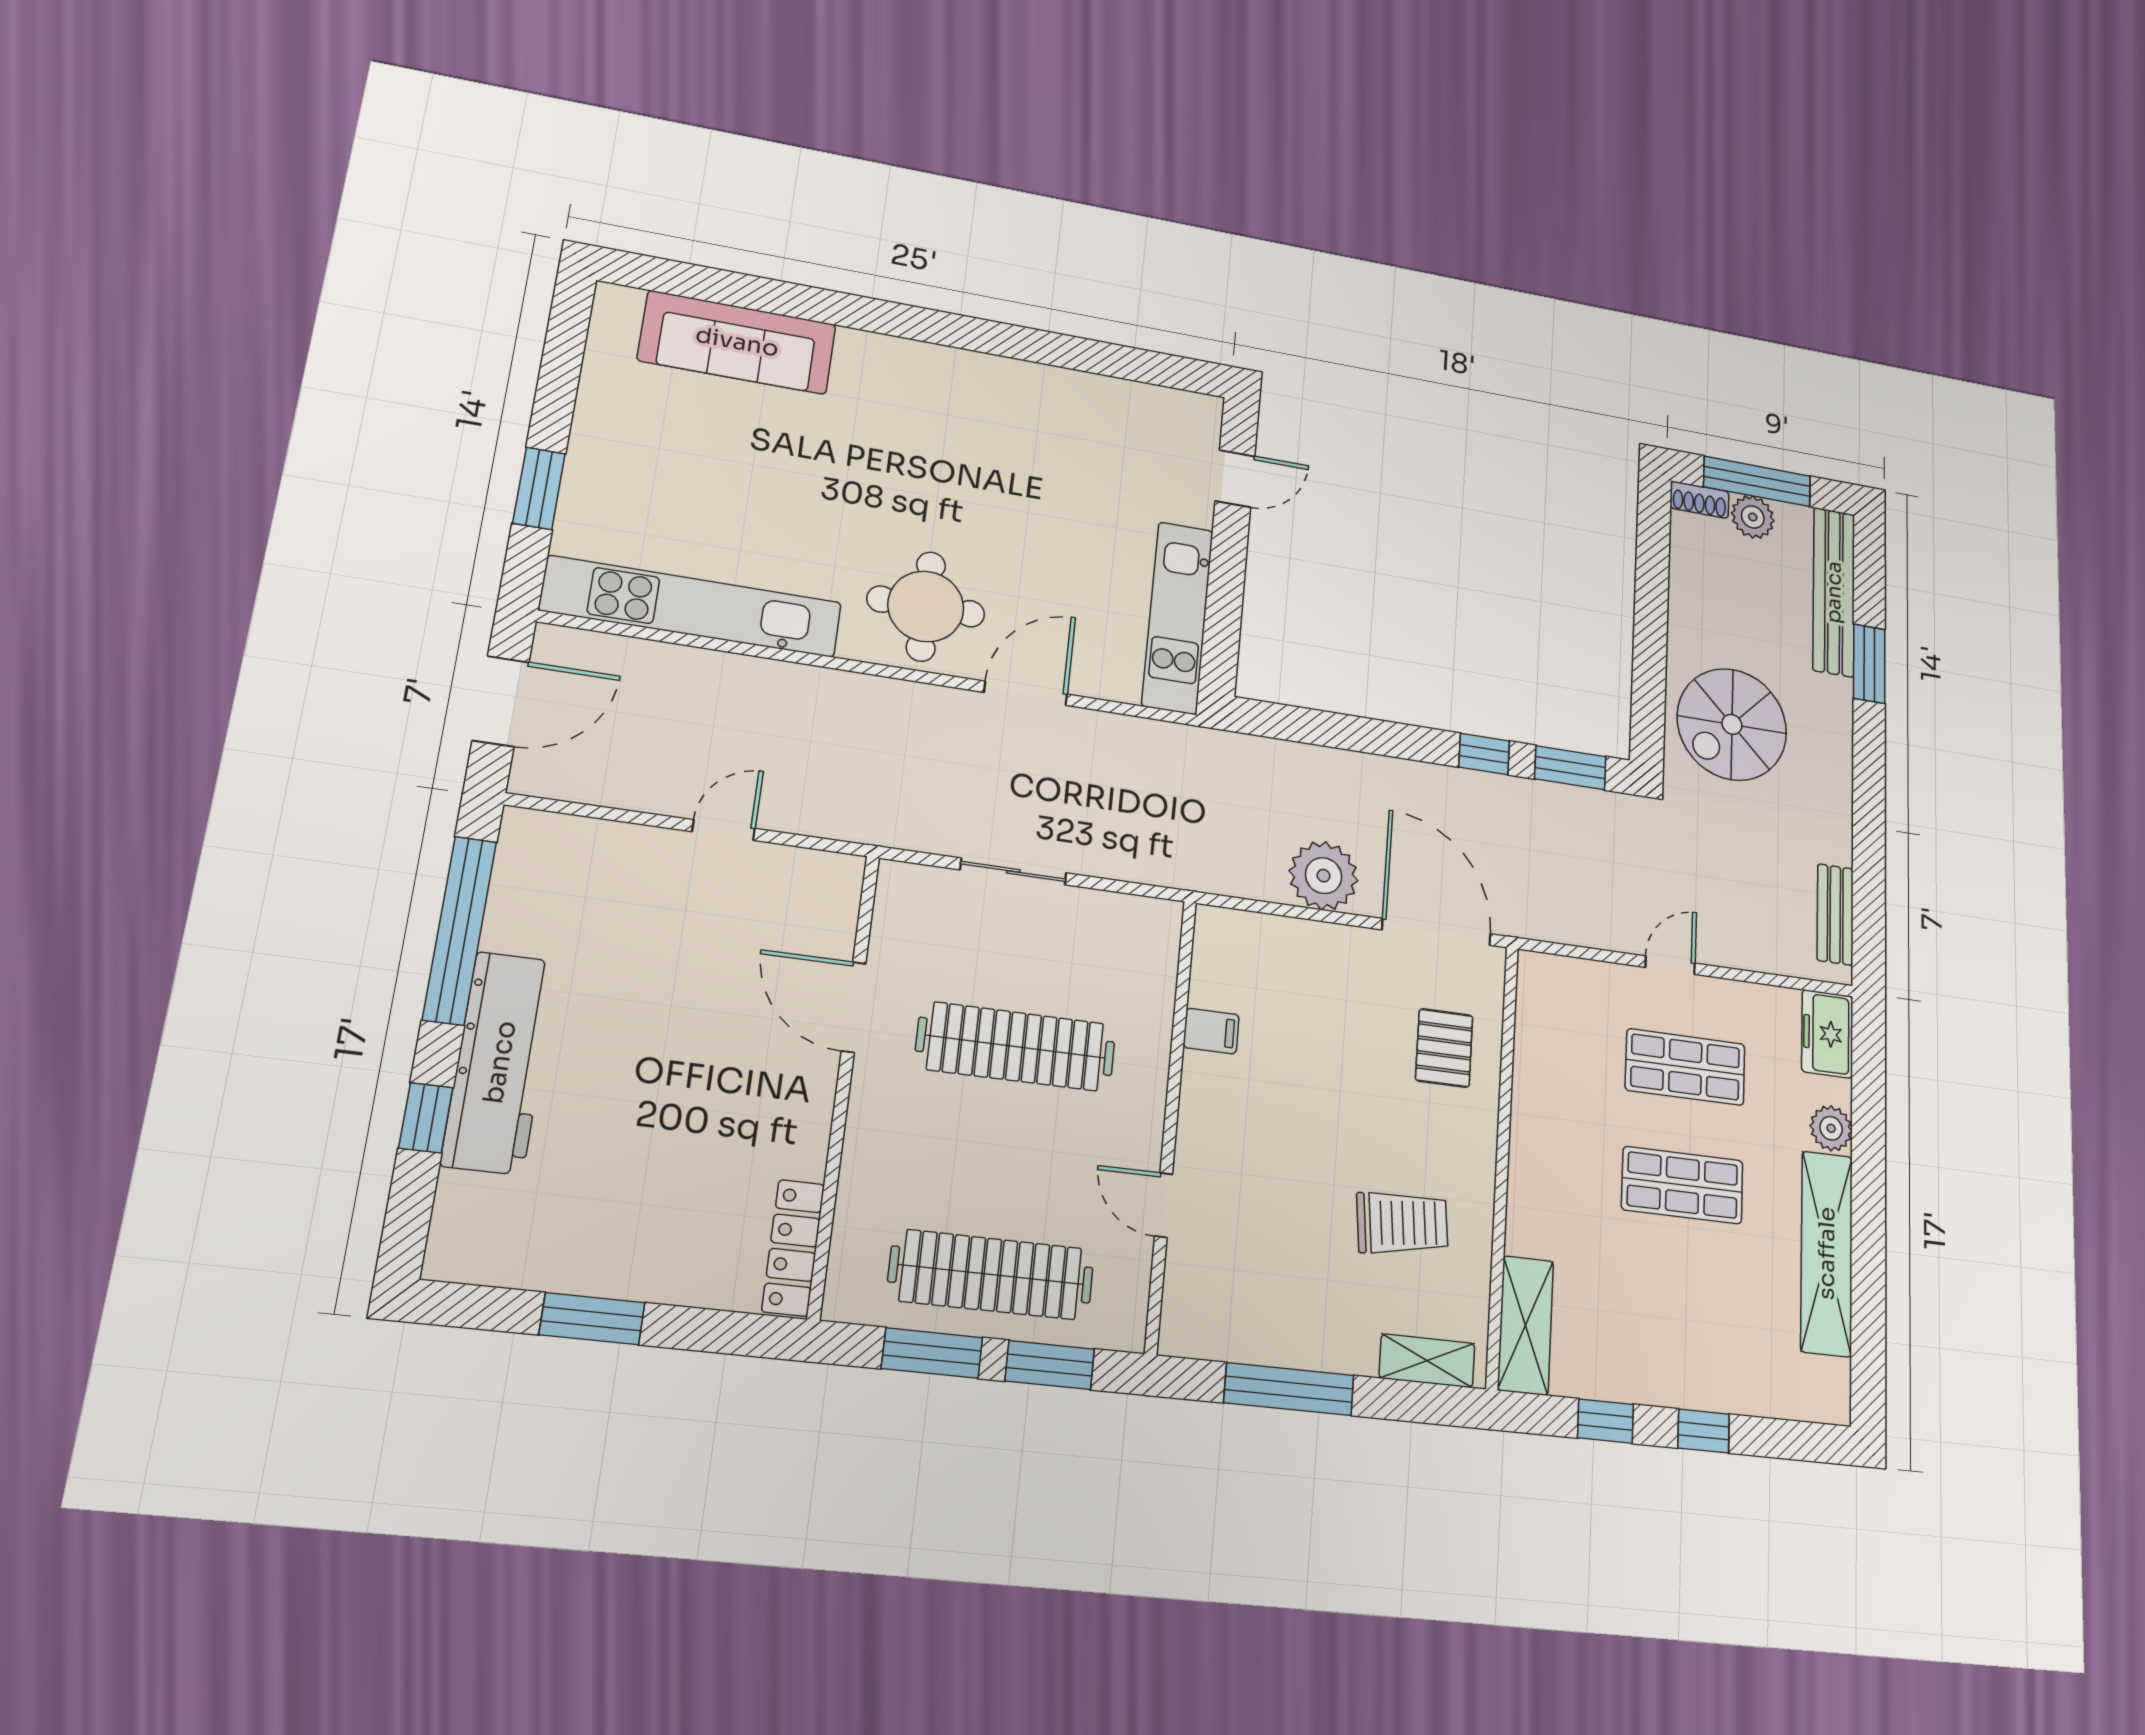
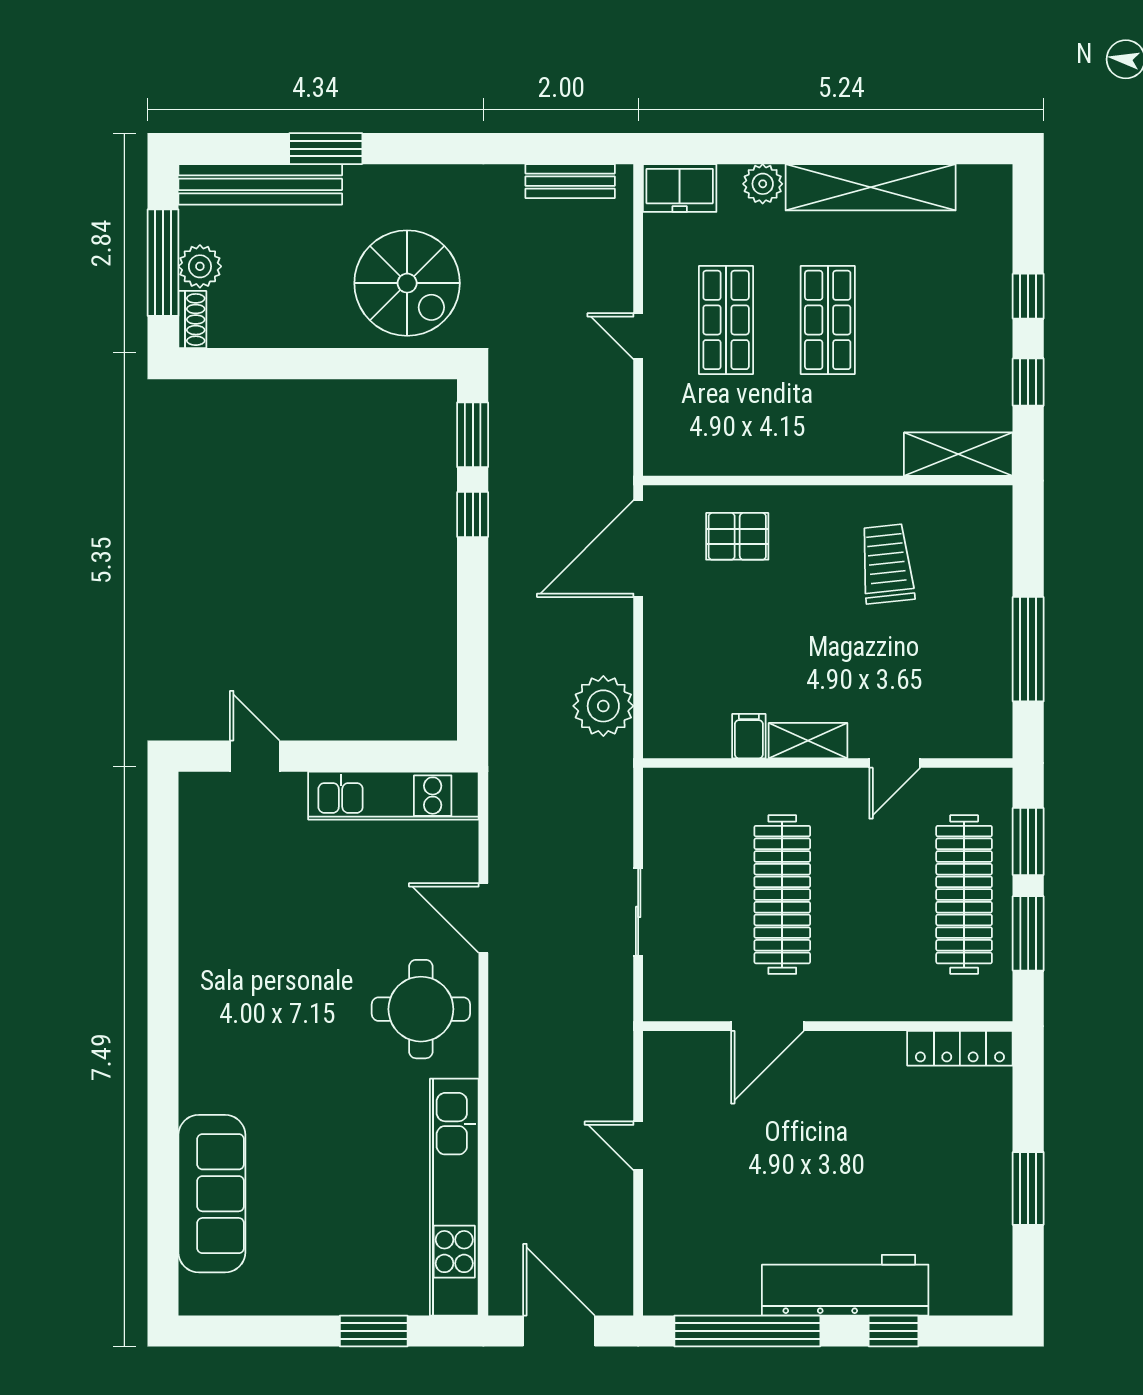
plant: (1324, 876) -> (603, 706), moved
shelving: (1427, 1361) -> (808, 741), moved, turned 90

